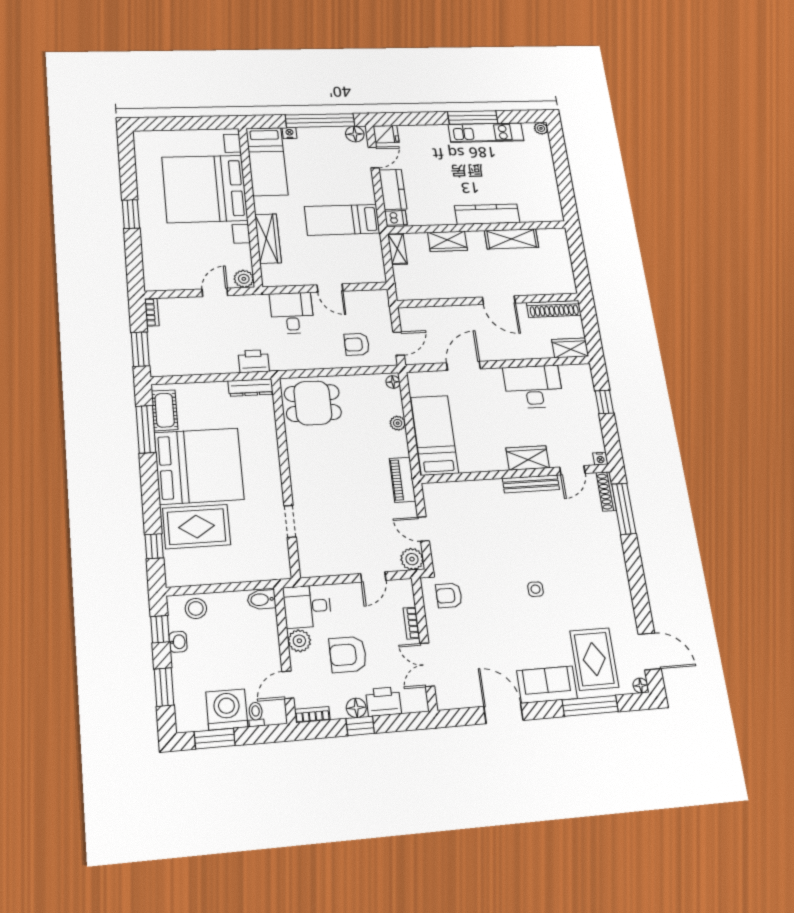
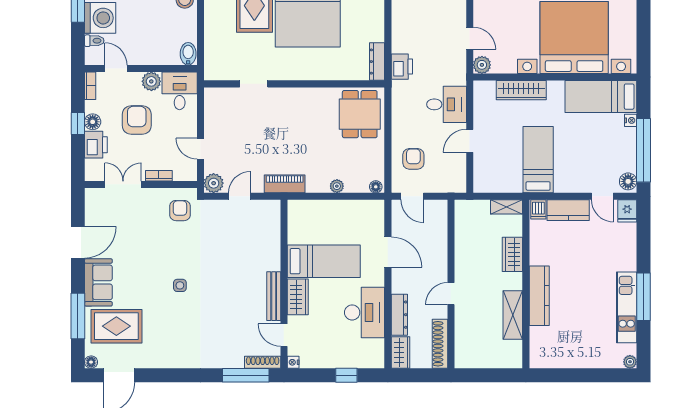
door: (499, 300) -> (451, 294), width x0.73
dresser: (530, 351) -> (399, 315), added
bed: (435, 435) -> (324, 261), moved

